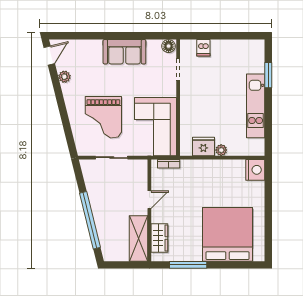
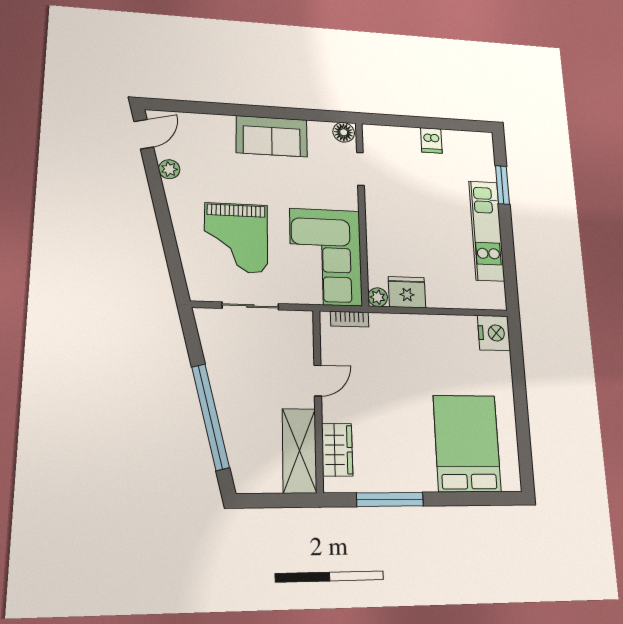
dishwasher: (203, 48) -> (431, 140), moved
plant: (221, 150) -> (378, 297), moved
bed: (228, 234) -> (467, 443), width x0.73

